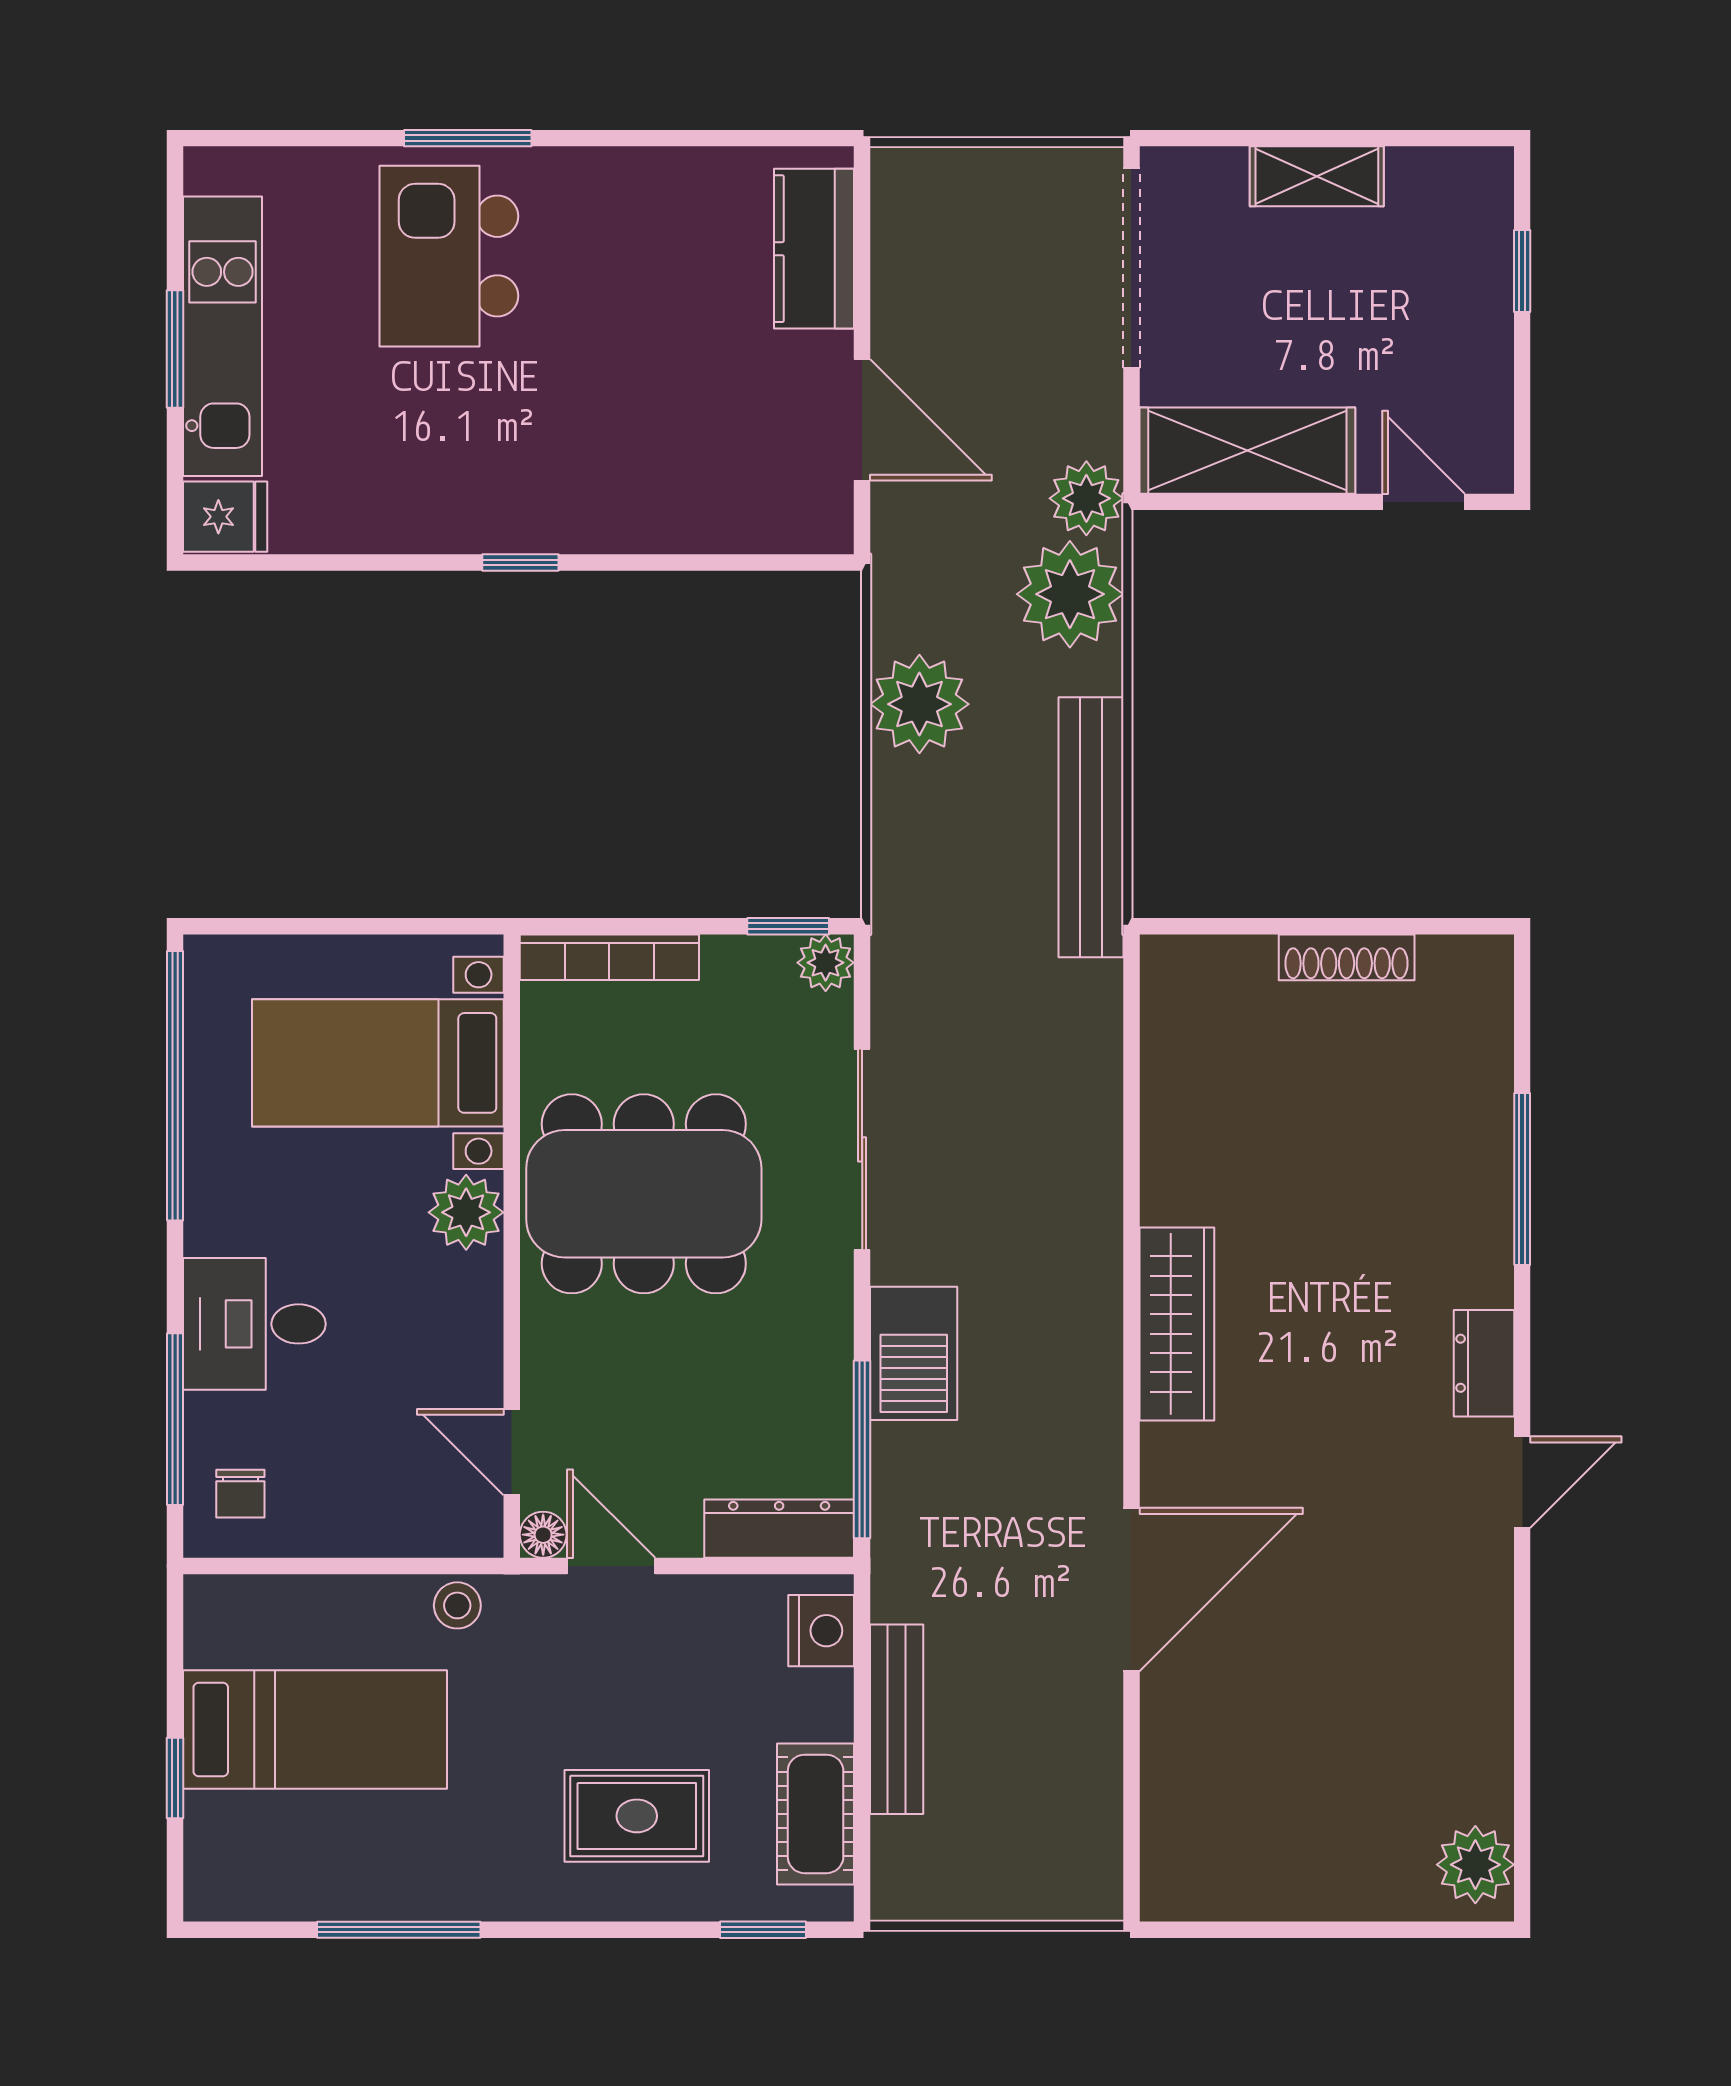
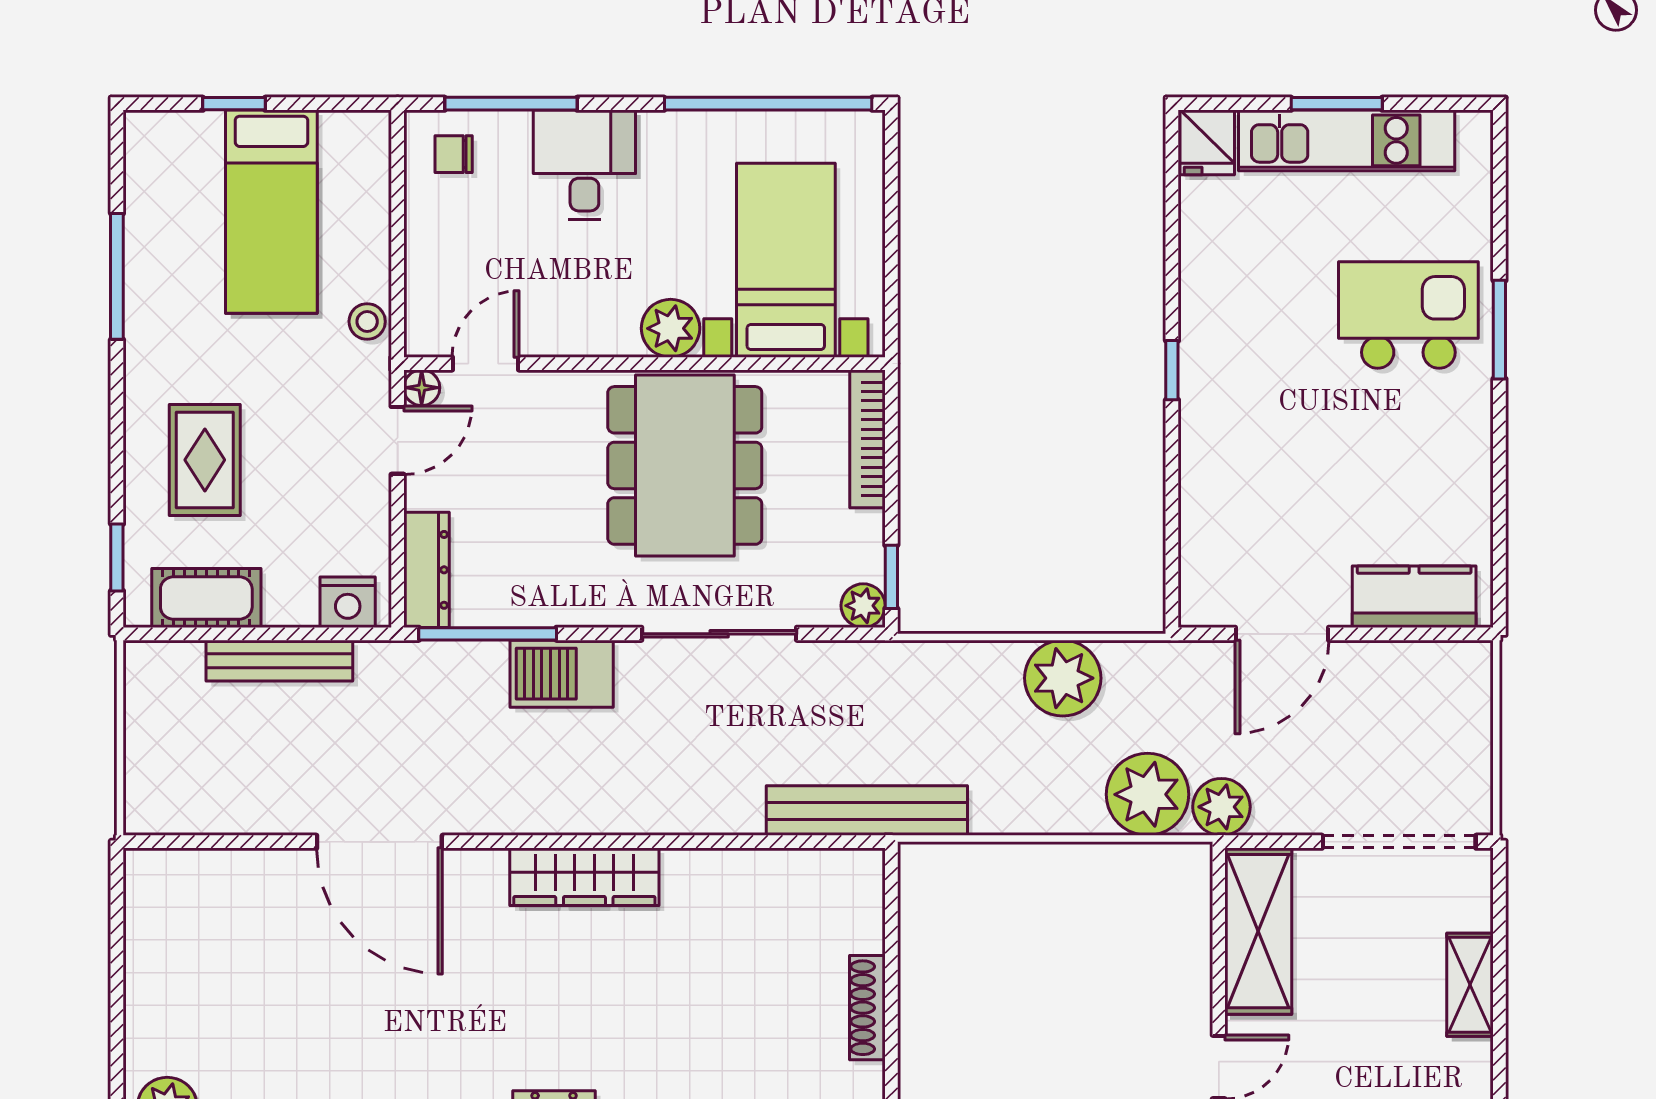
bench: (1091, 827) -> (867, 811), moved

